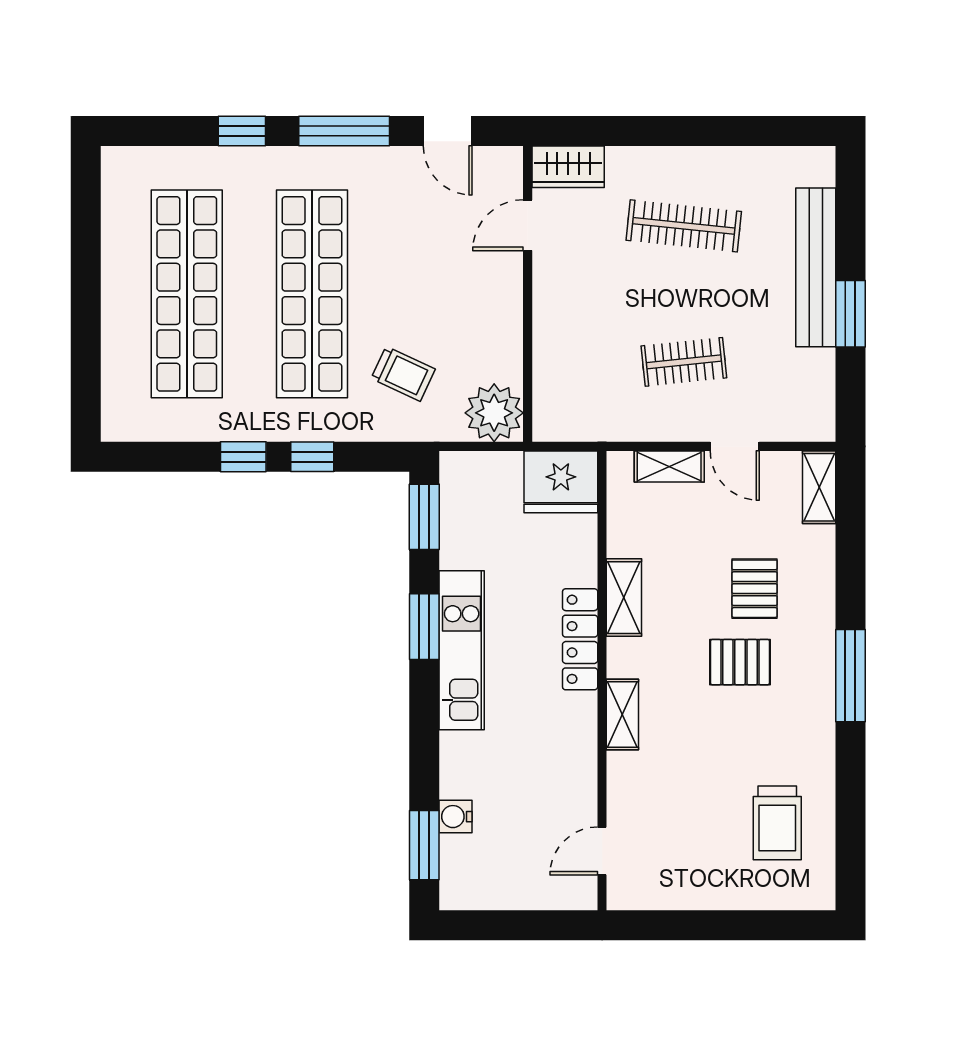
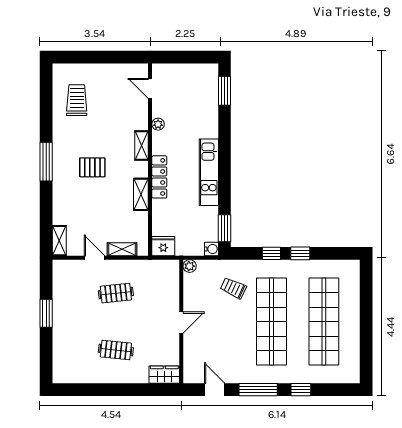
door: (528, 225) -> (181, 323), moved
clothes rail: (684, 226) -> (116, 350), width x0.73
bench: (816, 267) -> (61, 333), removed
plant: (494, 413) -> (190, 266), width x0.53, depth x0.53
fridge: (561, 482) -> (163, 246), width x0.73, depth x0.75
pallet: (755, 589) -> (86, 198), removed
window: (424, 627) -> (225, 182), removed
plant: (583, 765) -> (158, 124), added
water cooler: (455, 817) -> (211, 249), moved
door: (602, 851) -> (150, 88), swing flipped

